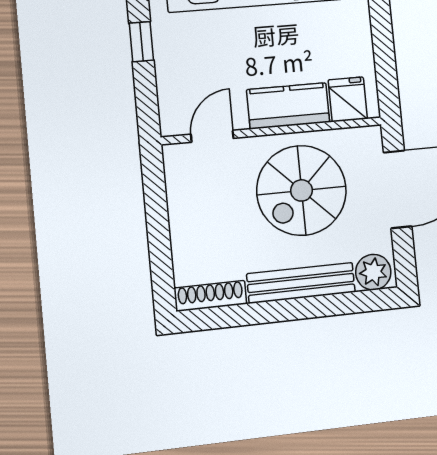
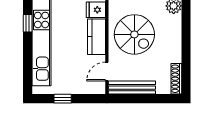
door: (212, 136) -> (107, 72), hinge flipped
bench: (301, 283) -> (132, 88), moved, turned 90

